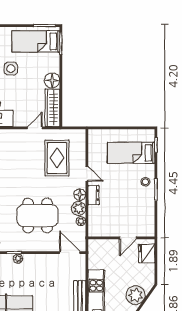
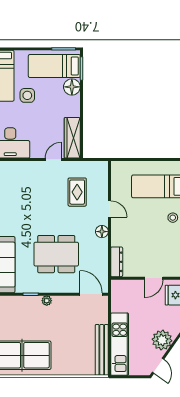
floor lamp: (52, 80) -> (72, 87), moved
rug: (57, 158) -> (77, 192), width x0.73, depth x0.70
dresser: (94, 195) -> (117, 262), moved, width x1.44
plant: (79, 208) -> (101, 246), removed
plant: (81, 221) -> (103, 260), removed
plant: (18, 259) -> (47, 301), moved

